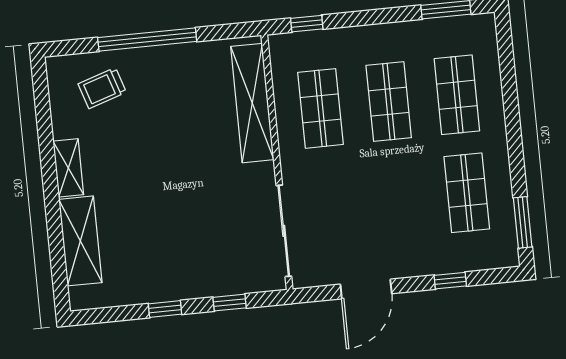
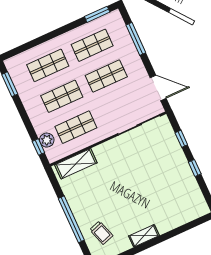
plant: (315, 44) -> (47, 140), added
shelving: (252, 103) -> (76, 164), width x0.68
shop shelf: (399, 200) -> (106, 76), added
shelving: (80, 241) -> (176, 218), removed
window: (450, 281) -> (136, 39), width x2.17
door: (366, 289) -> (158, 88), moved

